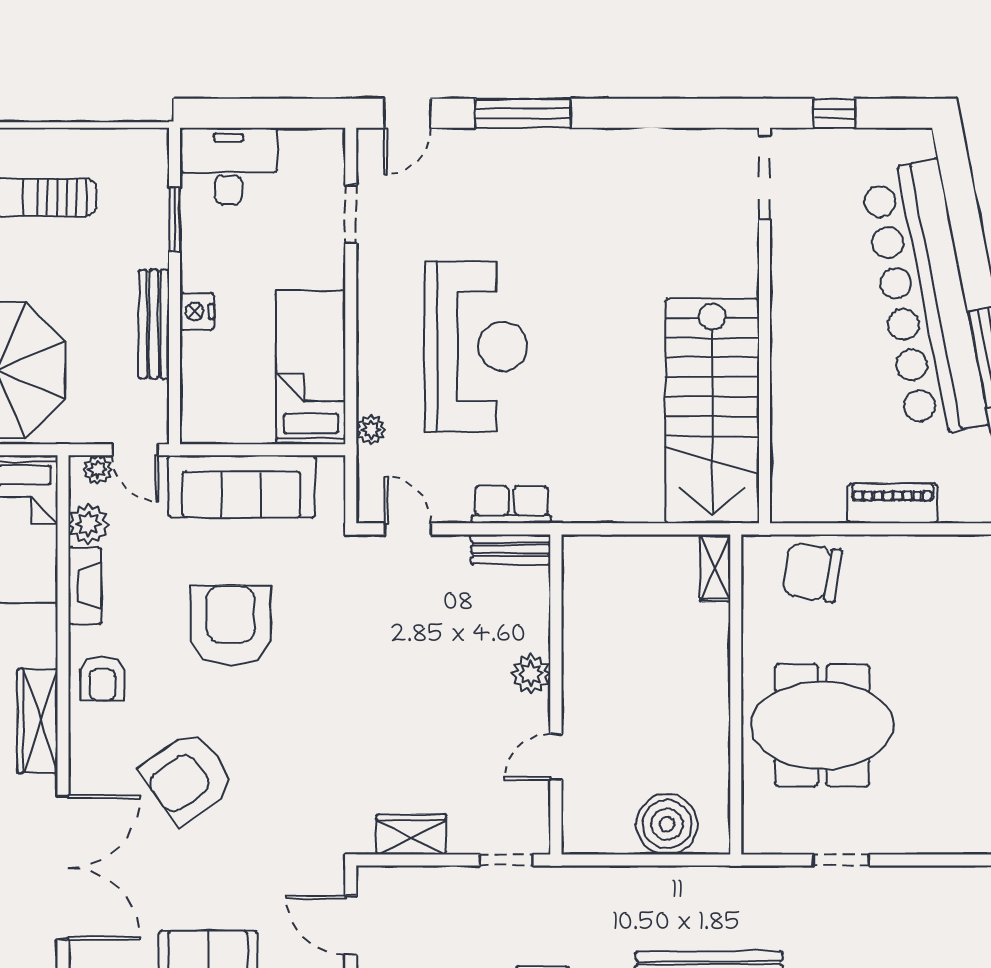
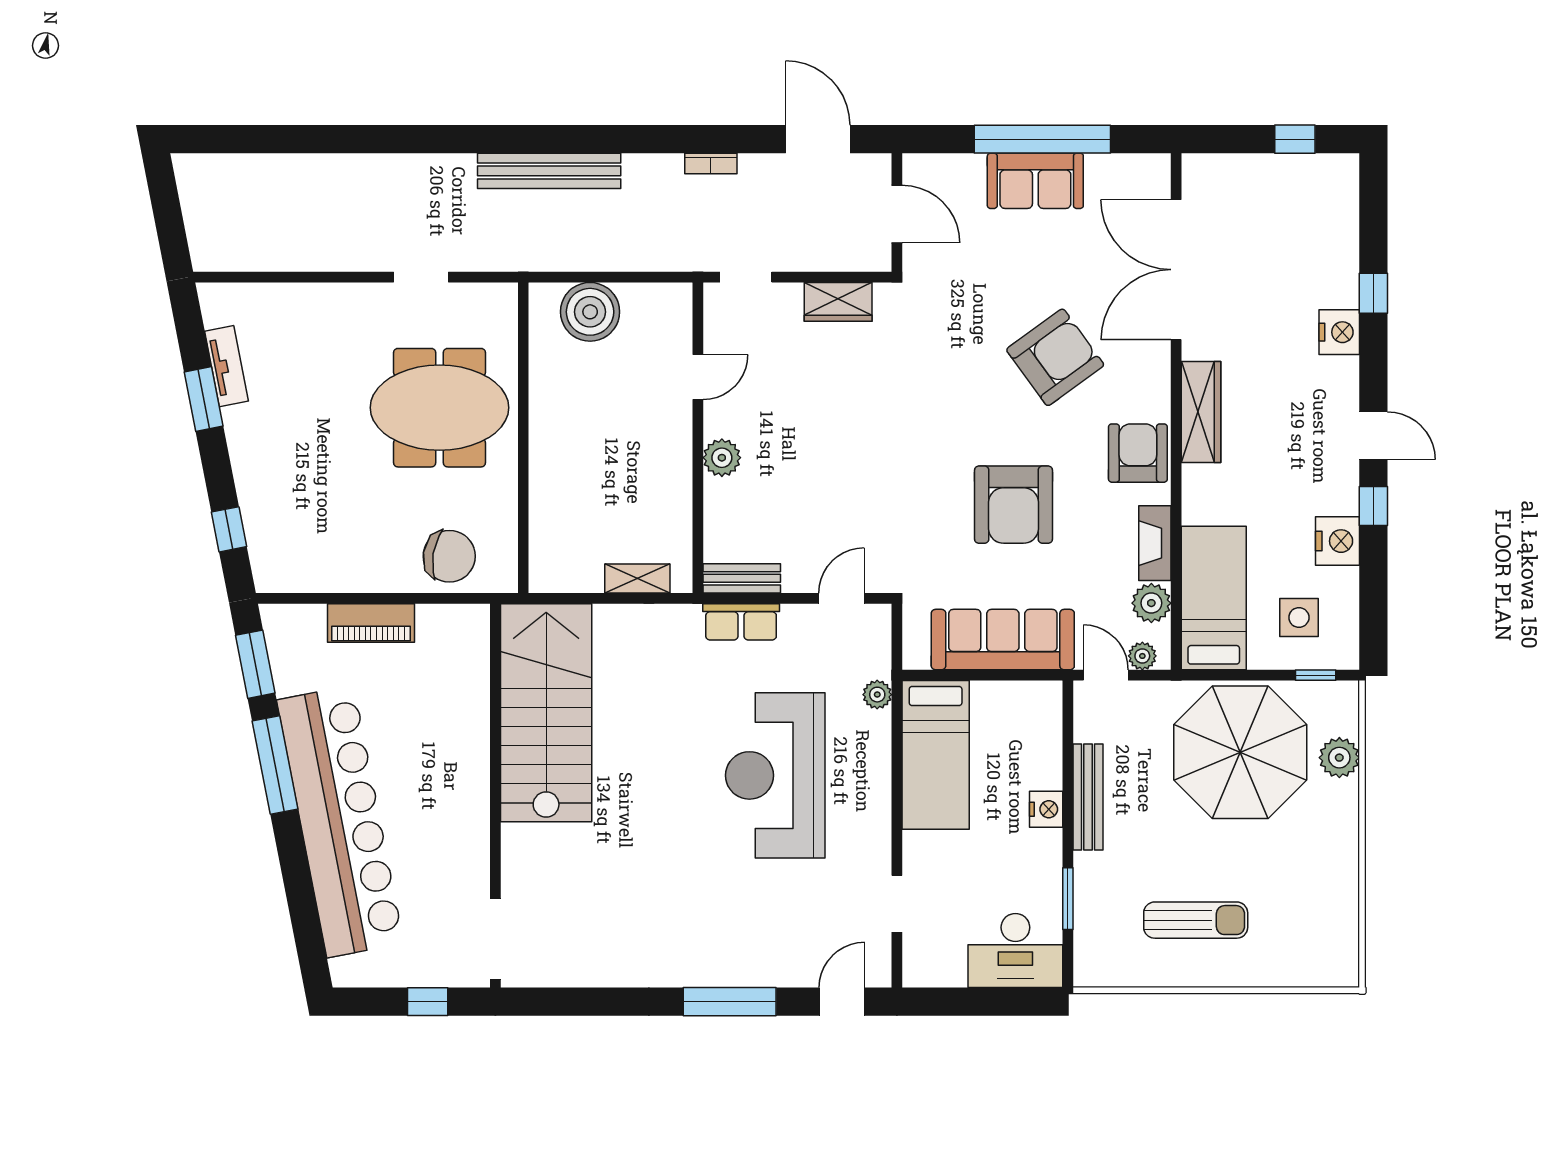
door: (408, 529) -> (842, 598), swing flipped
shelving: (715, 568) -> (637, 578), moved, turned 90
armchair: (102, 679) -> (1138, 453), width x1.38, depth x1.38

